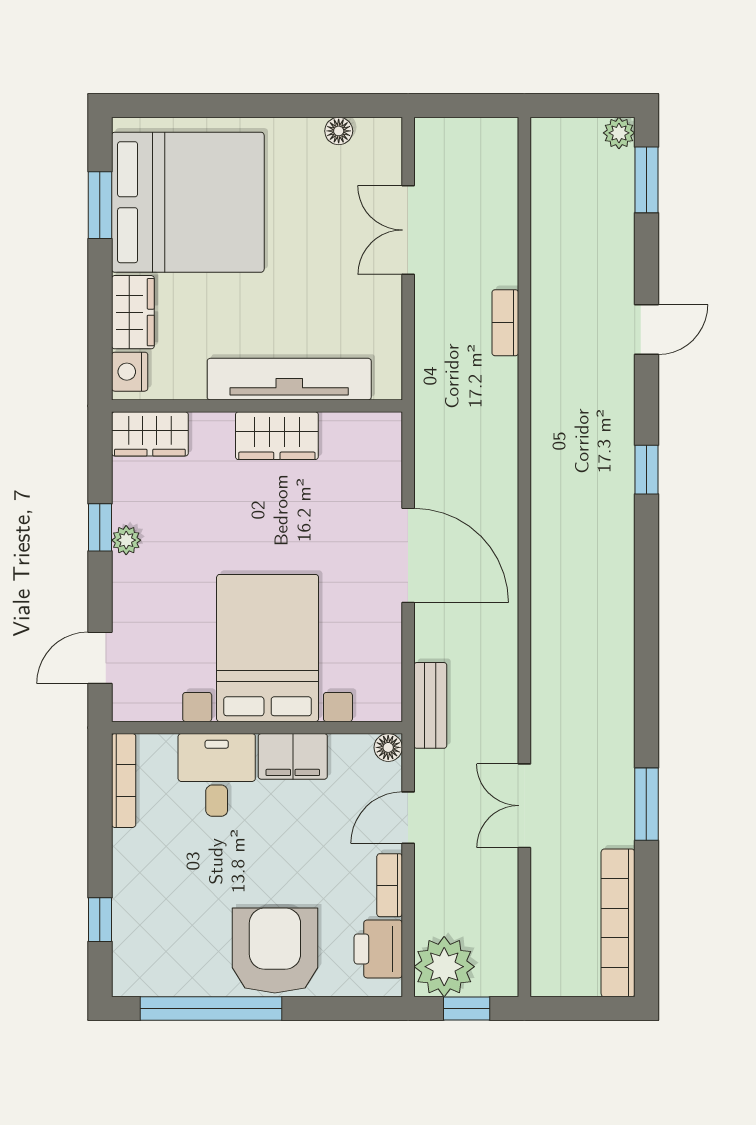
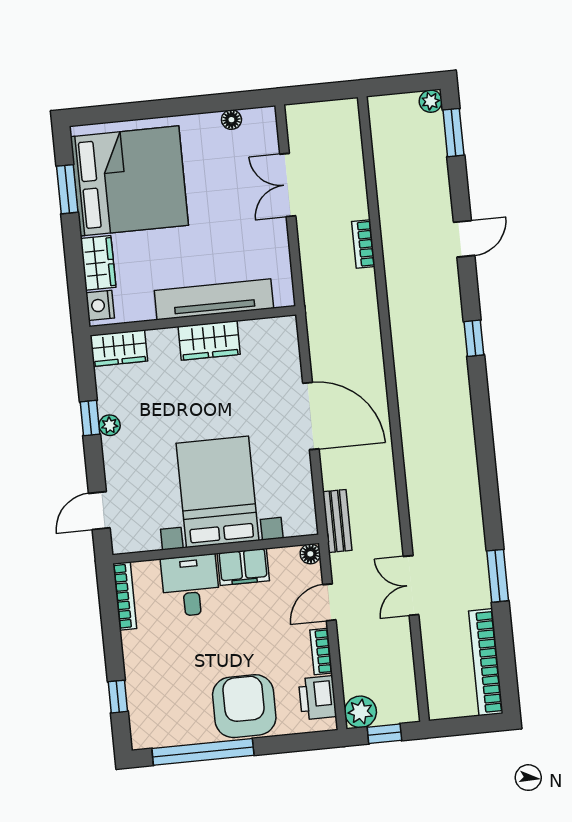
plant: (444, 967) -> (360, 712), width x0.73, depth x0.73

